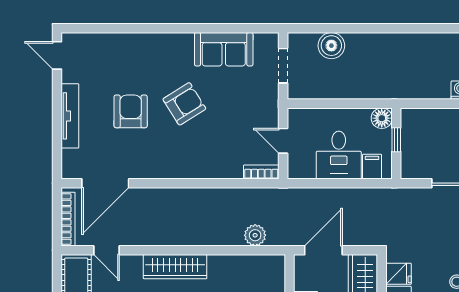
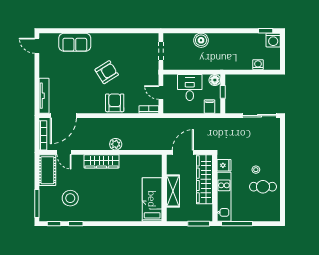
boiler: (331, 46) -> (201, 40), moved
sofa: (224, 49) -> (75, 42), moved
armchair: (131, 111) -> (115, 103), moved
tv unit: (70, 116) -> (44, 96), moved
desk: (339, 155) -> (190, 88), moved, turned 180
plant: (255, 235) -> (116, 144), moved

